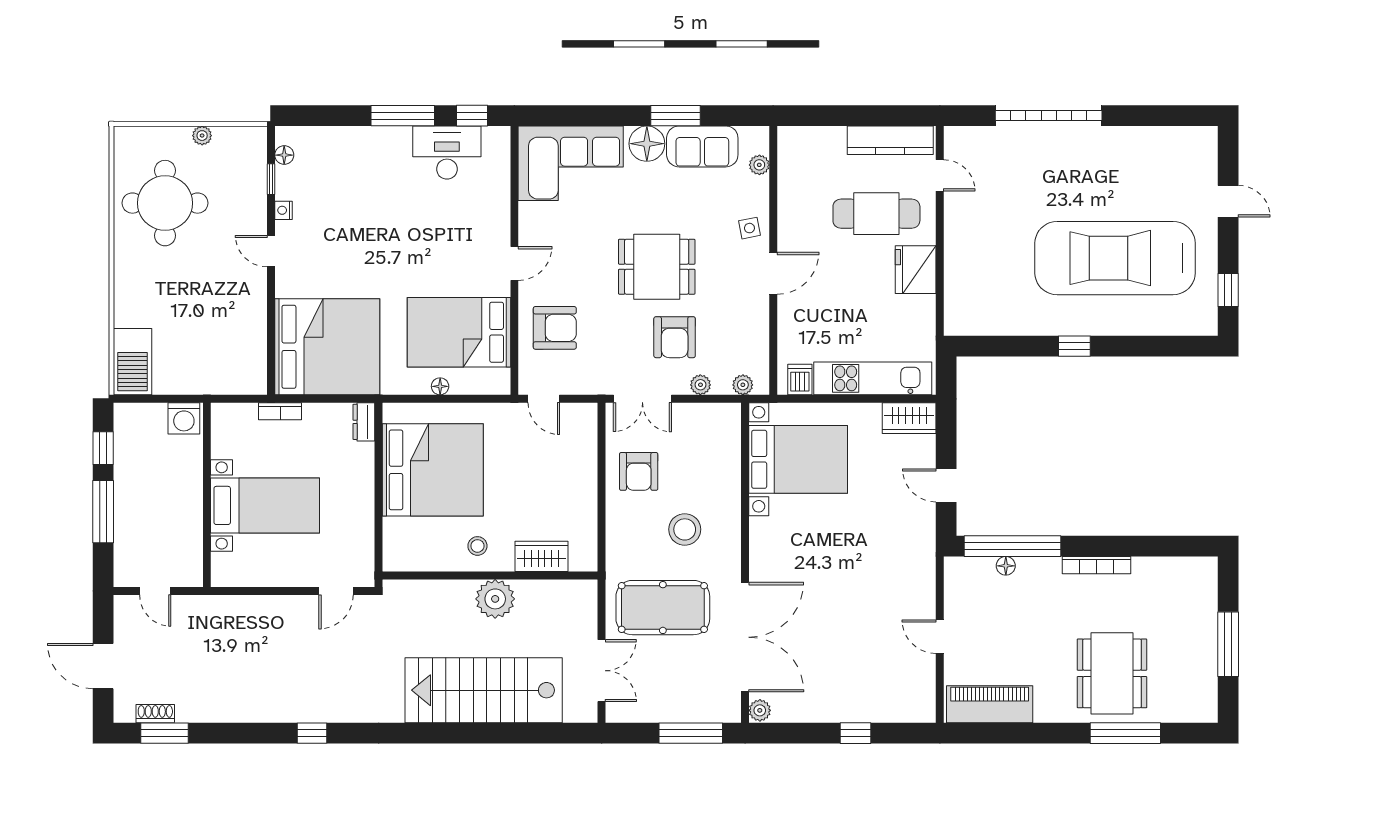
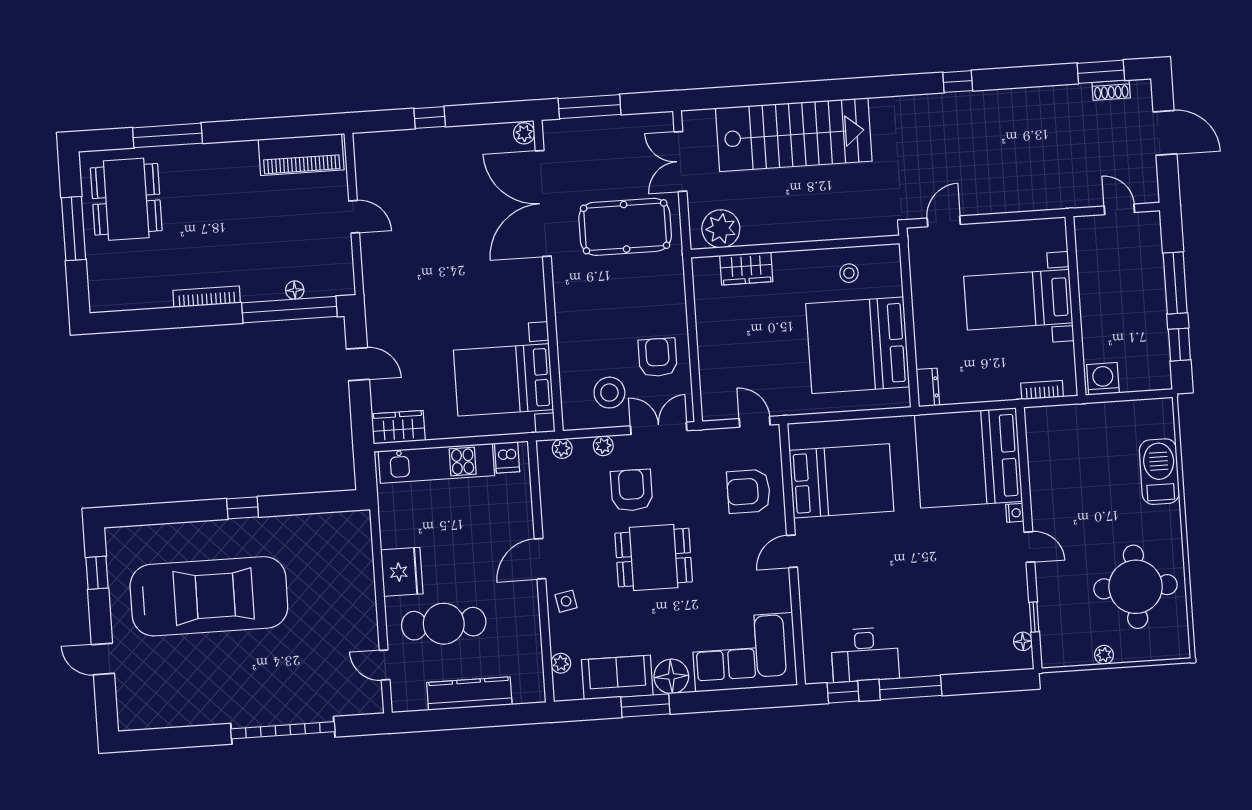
kitchen counter: (890, 140) -> (469, 694), moved
nightstand: (284, 210) -> (1015, 513), moved
barbecue: (133, 362) -> (1159, 472), moved
floor lamp: (440, 386) -> (856, 427), removed
bookcase: (280, 411) -> (1042, 390), moved
stool: (685, 529) -> (609, 393), moved
stool: (477, 546) -> (849, 273), moved
plant: (495, 599) -> (721, 229), moved
dining table: (1112, 673) -> (126, 199), moved

